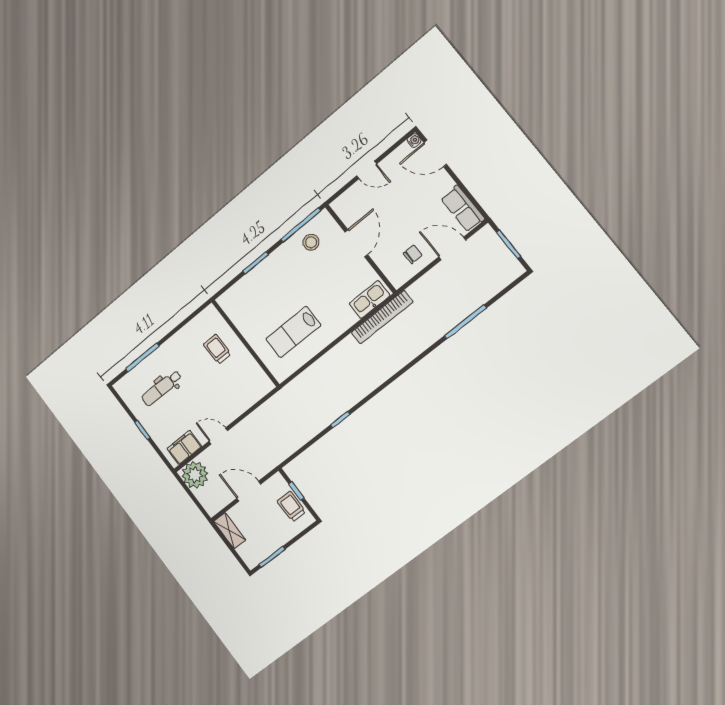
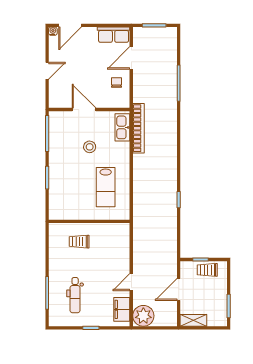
stool: (311, 242) -> (90, 147), moved

